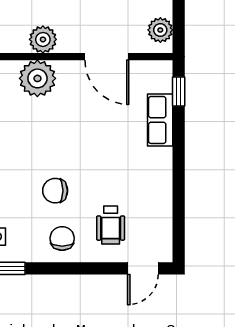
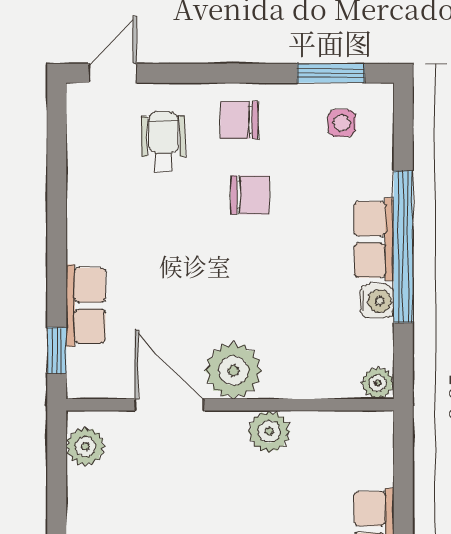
plant: (37, 78) -> (233, 371), moved
chair: (62, 238) -> (239, 120), turned 90

